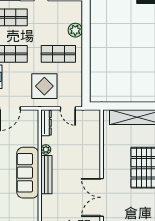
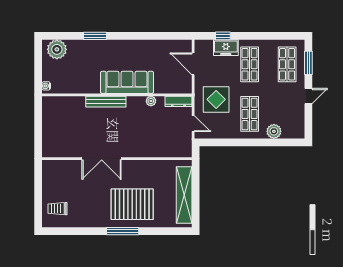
door: (68, 108) -> (193, 124), swing flipped
bench: (46, 175) -> (106, 102), moved
double door: (102, 197) -> (102, 159), swing flipped

